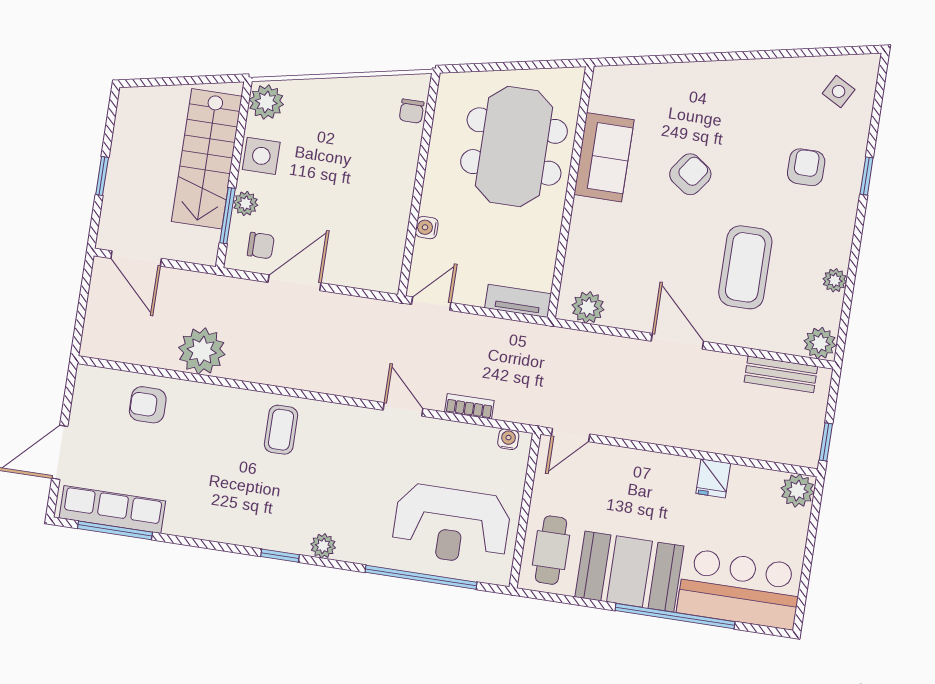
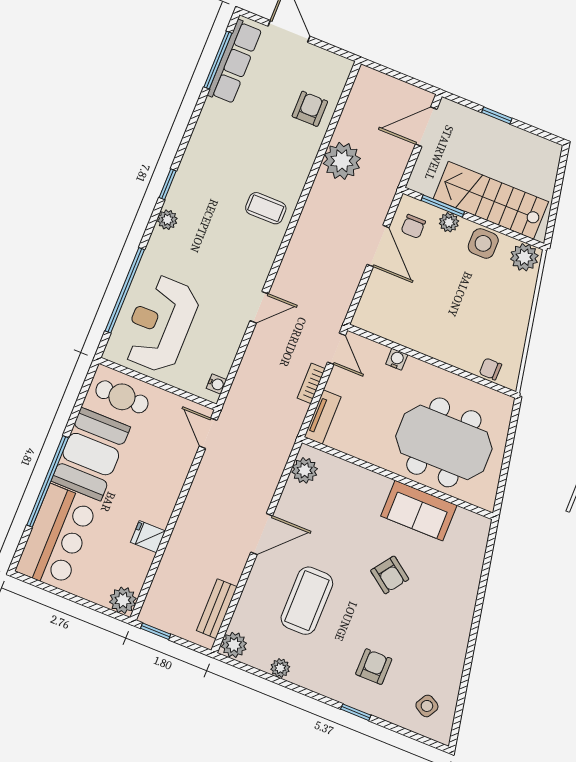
armchair: (806, 167) -> (374, 667), turned -90
coffee table: (745, 267) -> (307, 601), turned 90
bookcase: (469, 406) -> (311, 383), moved, turned 180

